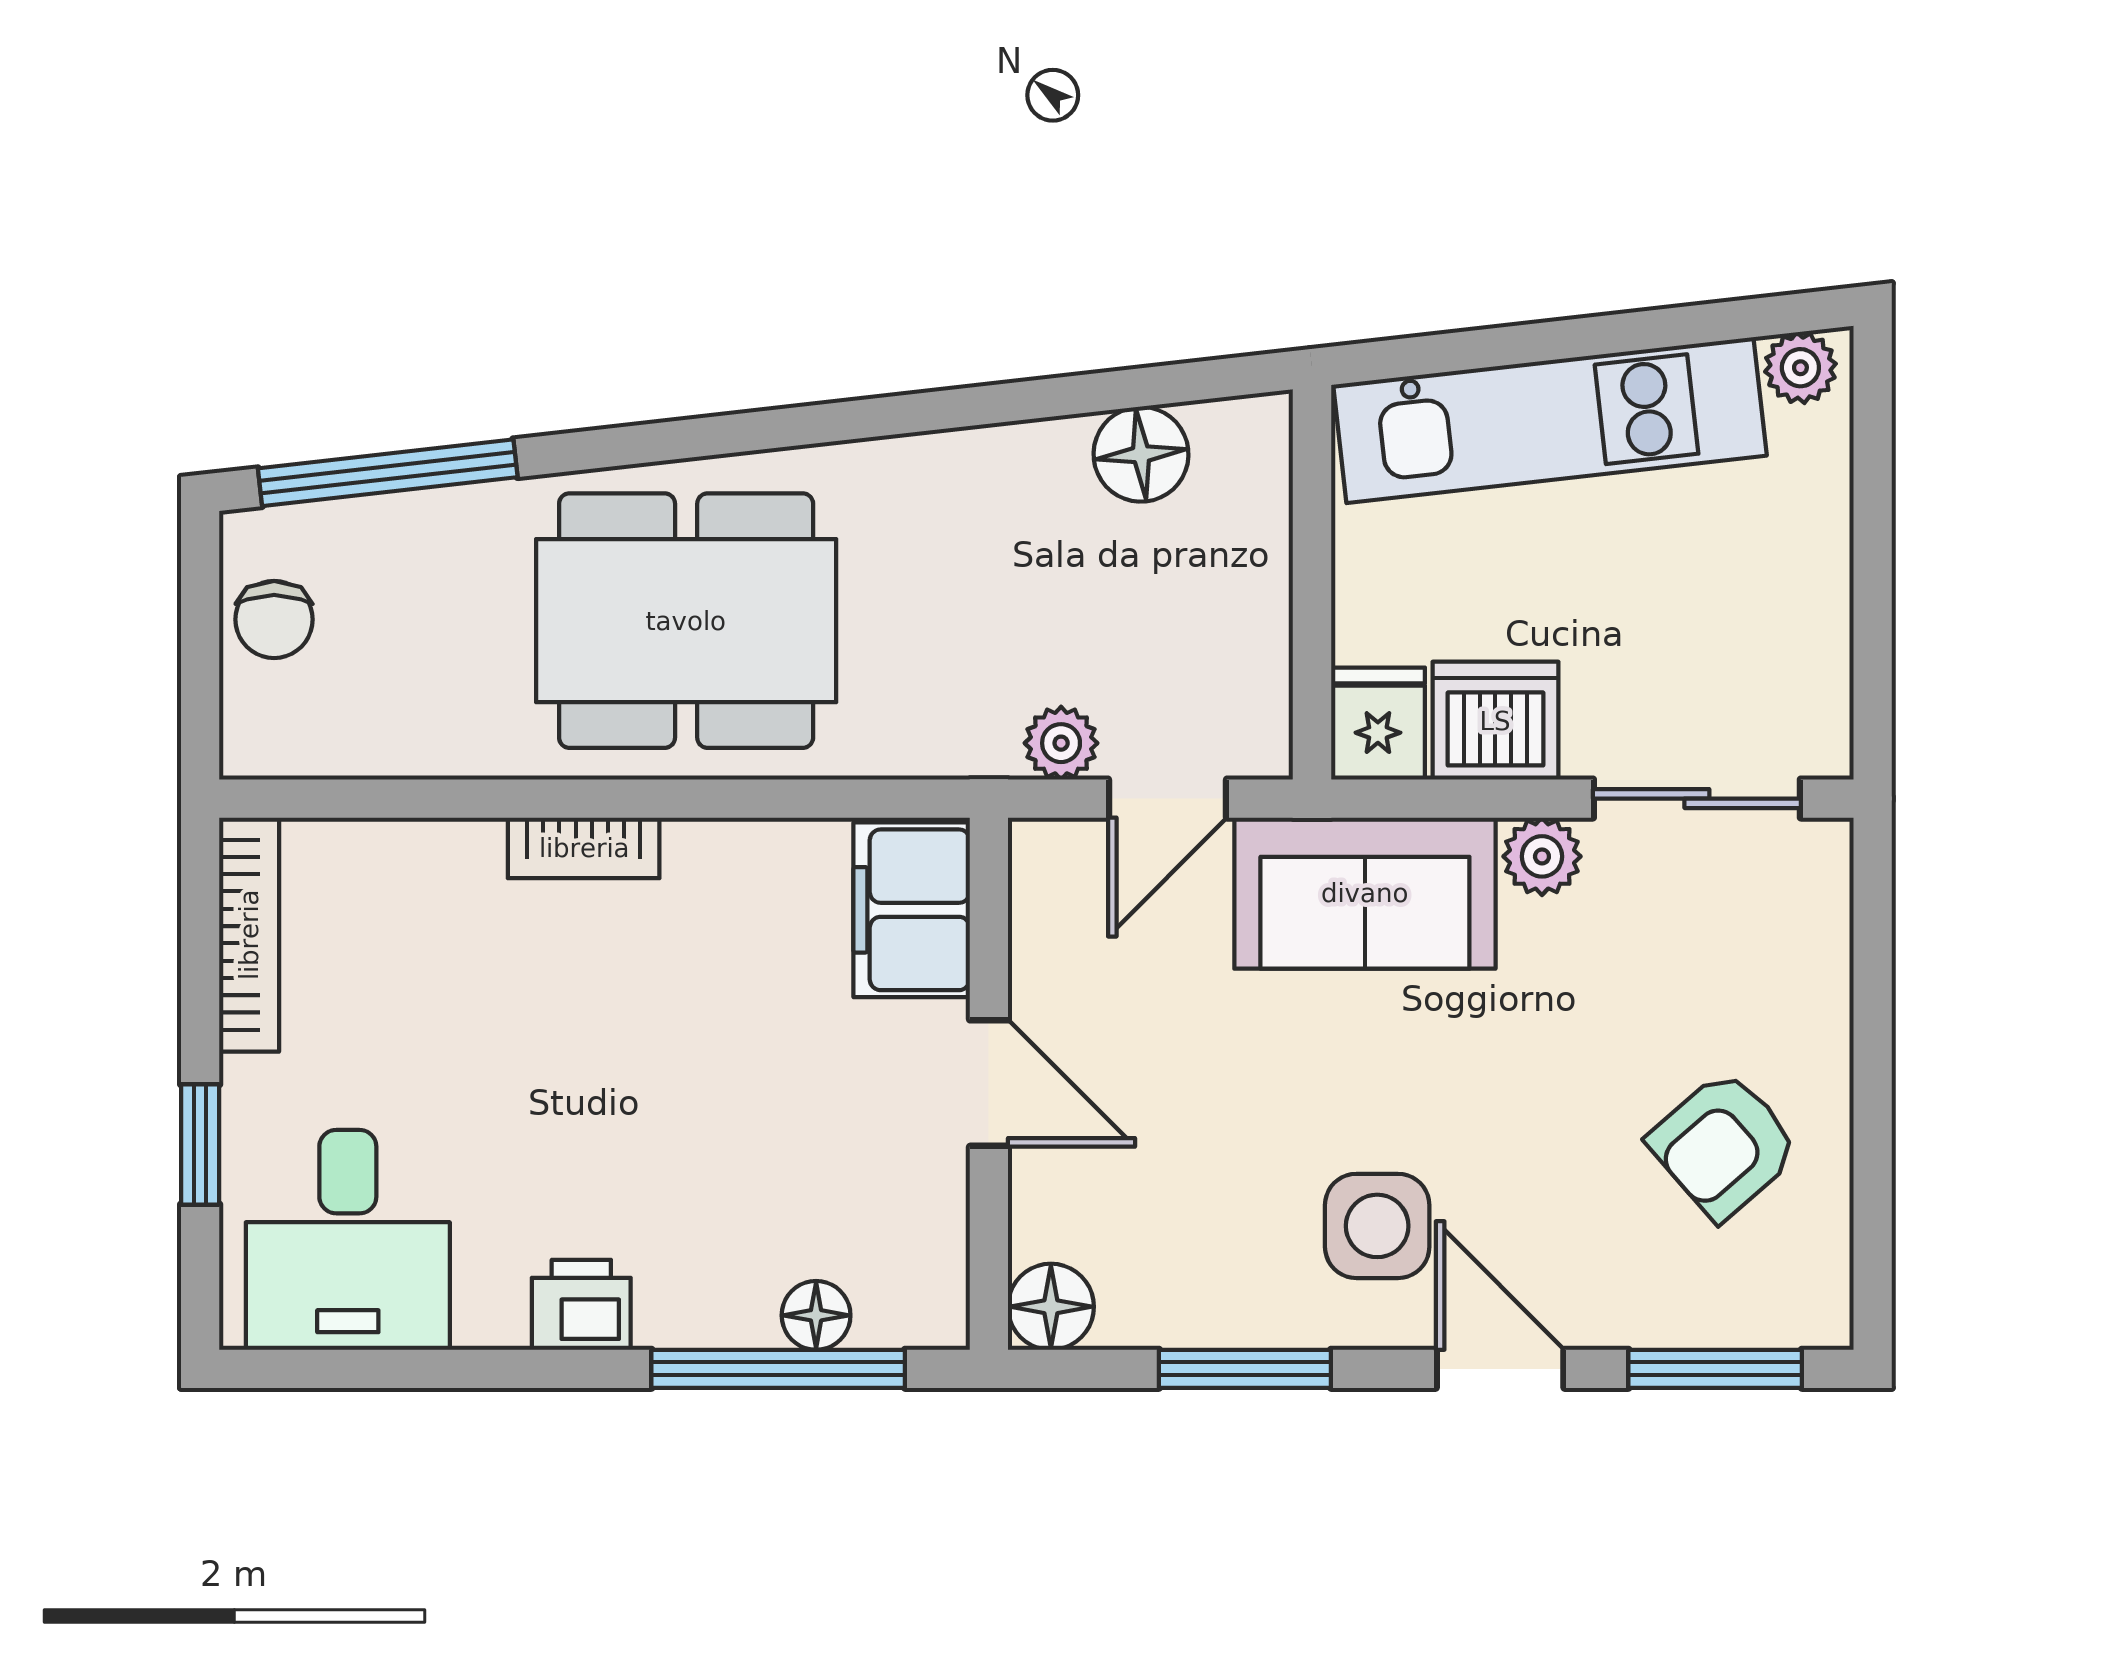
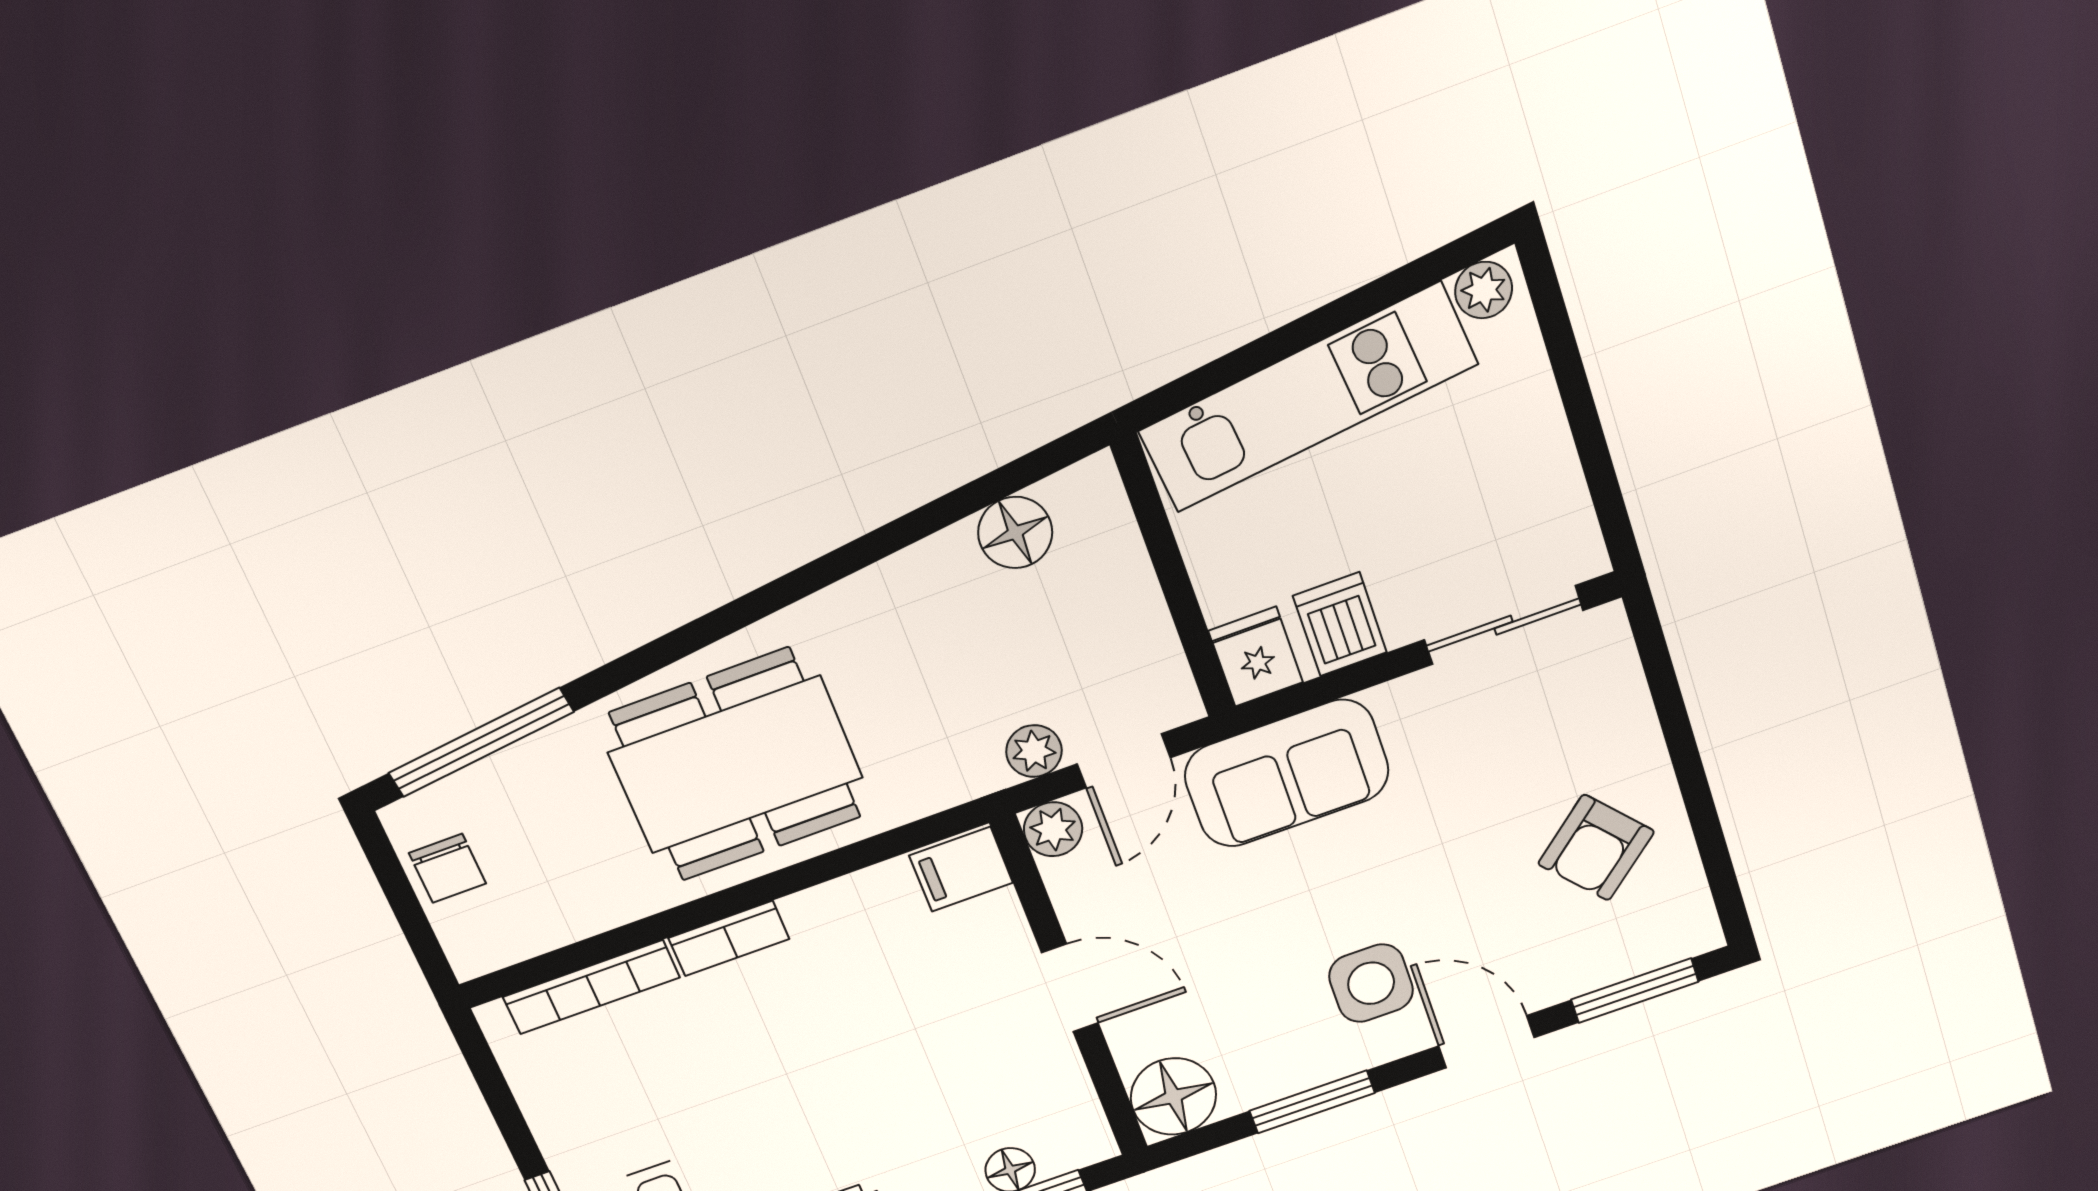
dishwasher: (1495, 721) -> (1340, 624), width x0.73
plant: (1542, 856) -> (1053, 829), moved
filing cabinet: (912, 910) -> (961, 869), width x0.50
bookcase: (249, 935) -> (591, 987), moved, turned 90
floor lamp: (1051, 1307) -> (1173, 1096), width x1.38, depth x1.38

